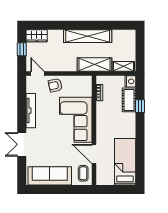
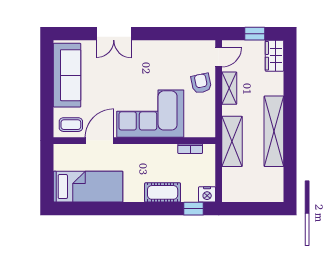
shelving: (123, 66) -> (229, 88), moved
cot: (129, 100) -> (163, 192), moved
window: (140, 106) -> (193, 209), moved
tv unit: (31, 111) -> (164, 47), removed
double door: (22, 144) -> (114, 34), swing flipped

